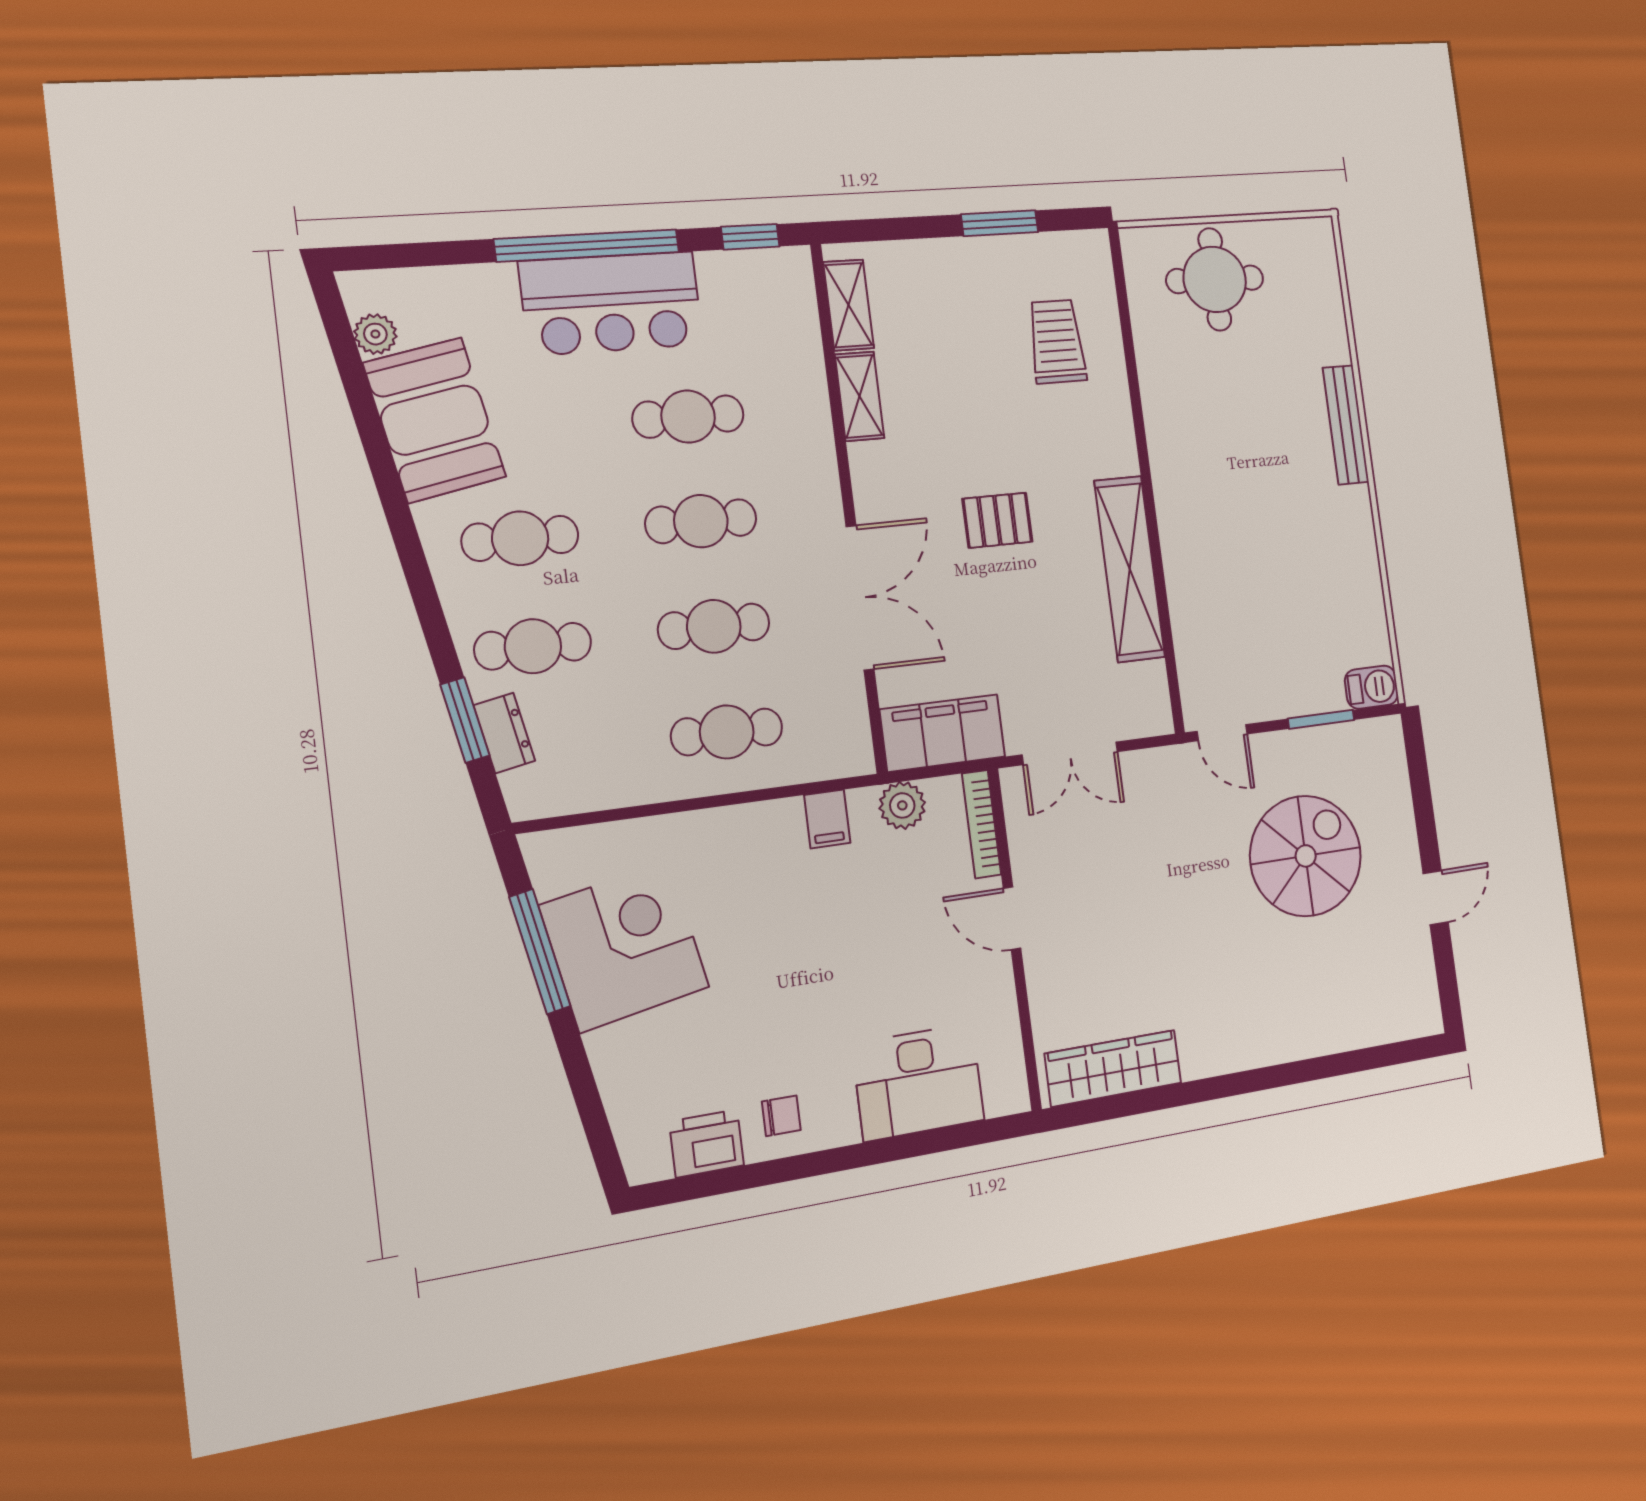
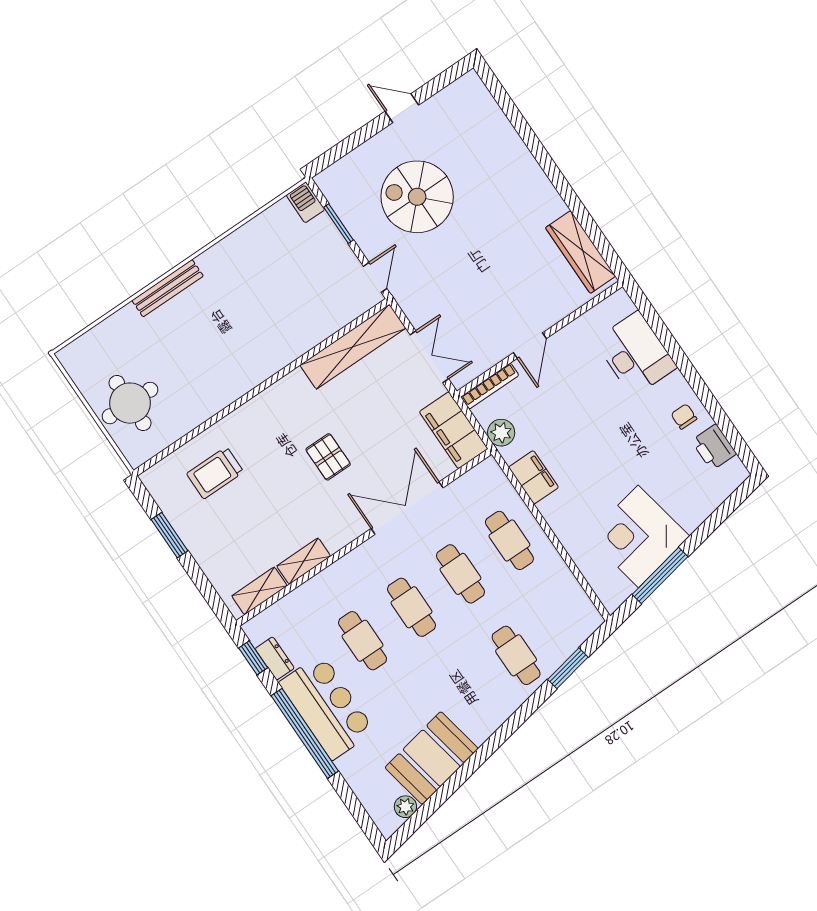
cafe table: (520, 538) -> (467, 689), removed
shelving: (1130, 569) -> (353, 347), moved
dresser: (504, 733) -> (275, 658), moved, turned 101
filing cabinet: (827, 819) -> (534, 477), width x2.00

